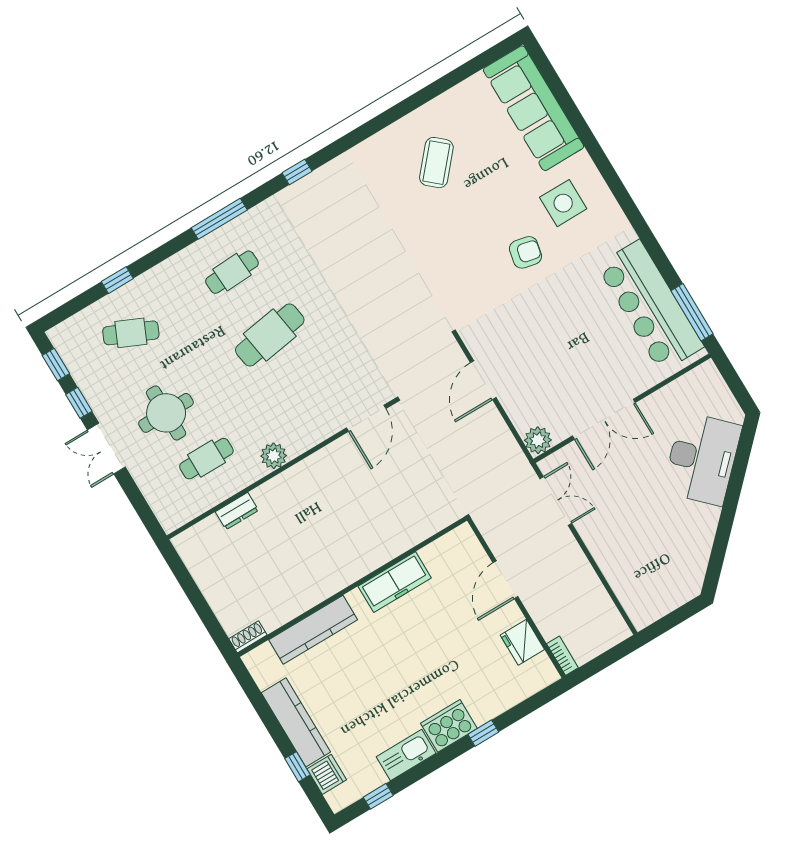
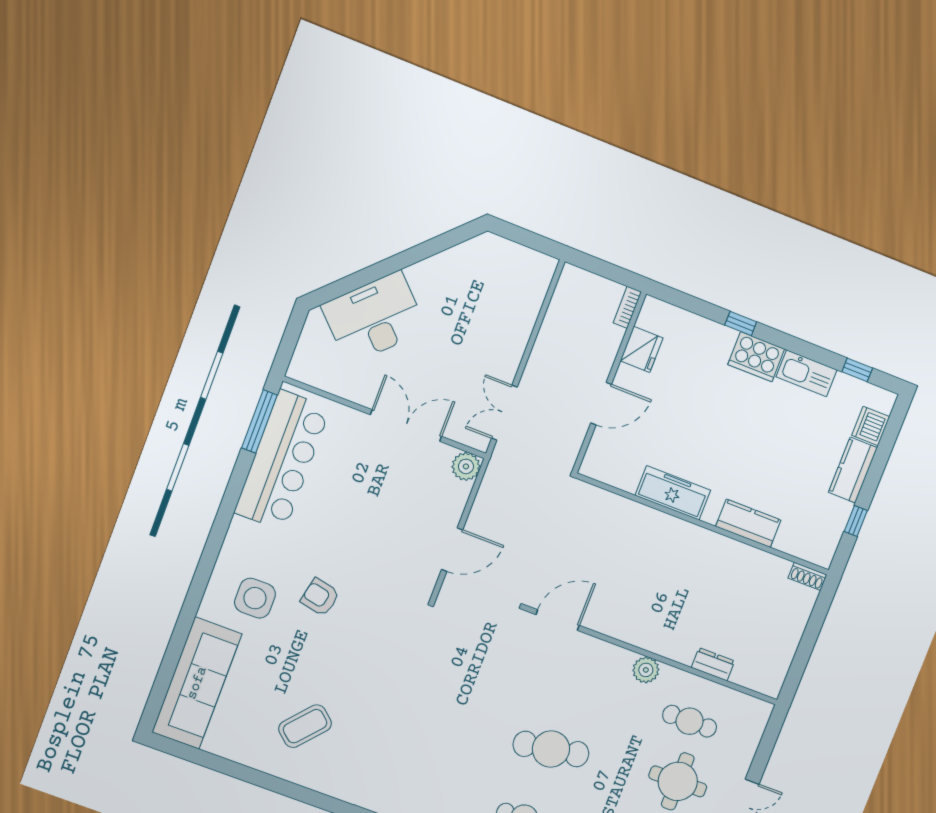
kitchen counter: (313, 630) -> (748, 523), width x0.67
kitchen counter: (296, 722) -> (853, 470), width x0.67
window: (297, 767) -> (856, 521), moved

